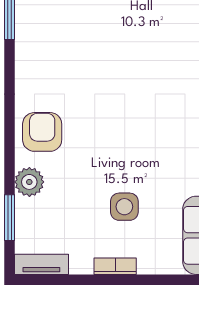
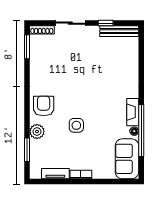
side table: (124, 207) -> (76, 125), moved
tv unit: (41, 264) -> (55, 174), moved

